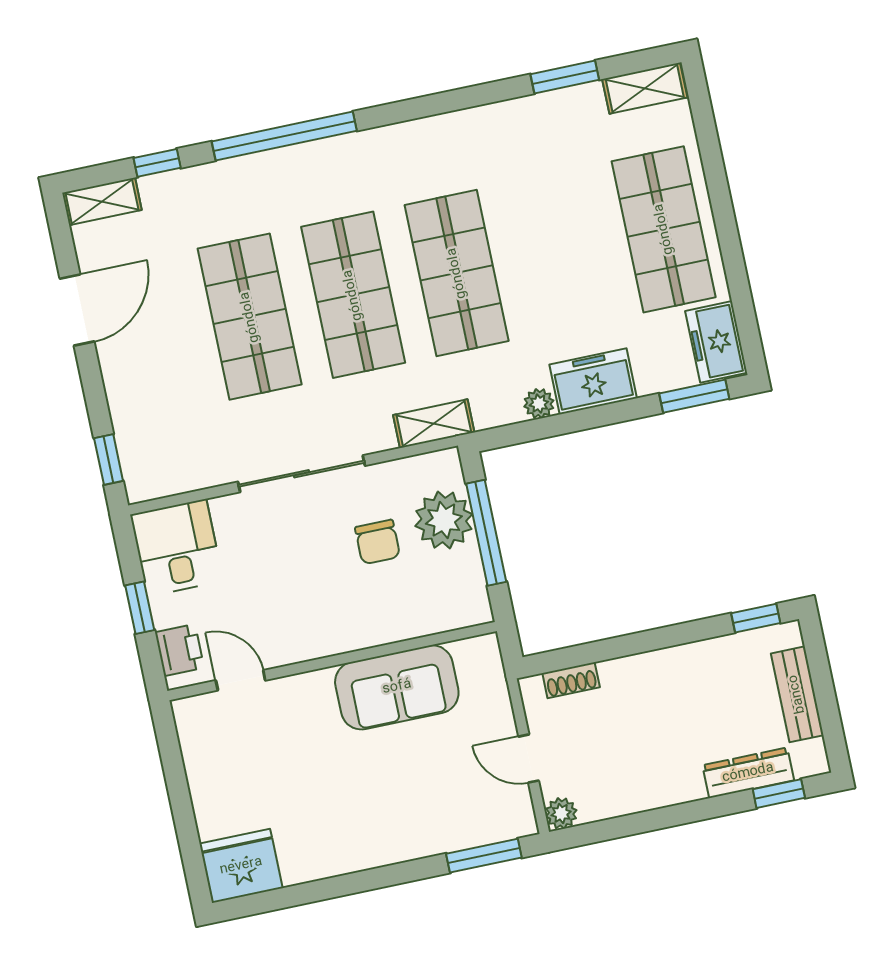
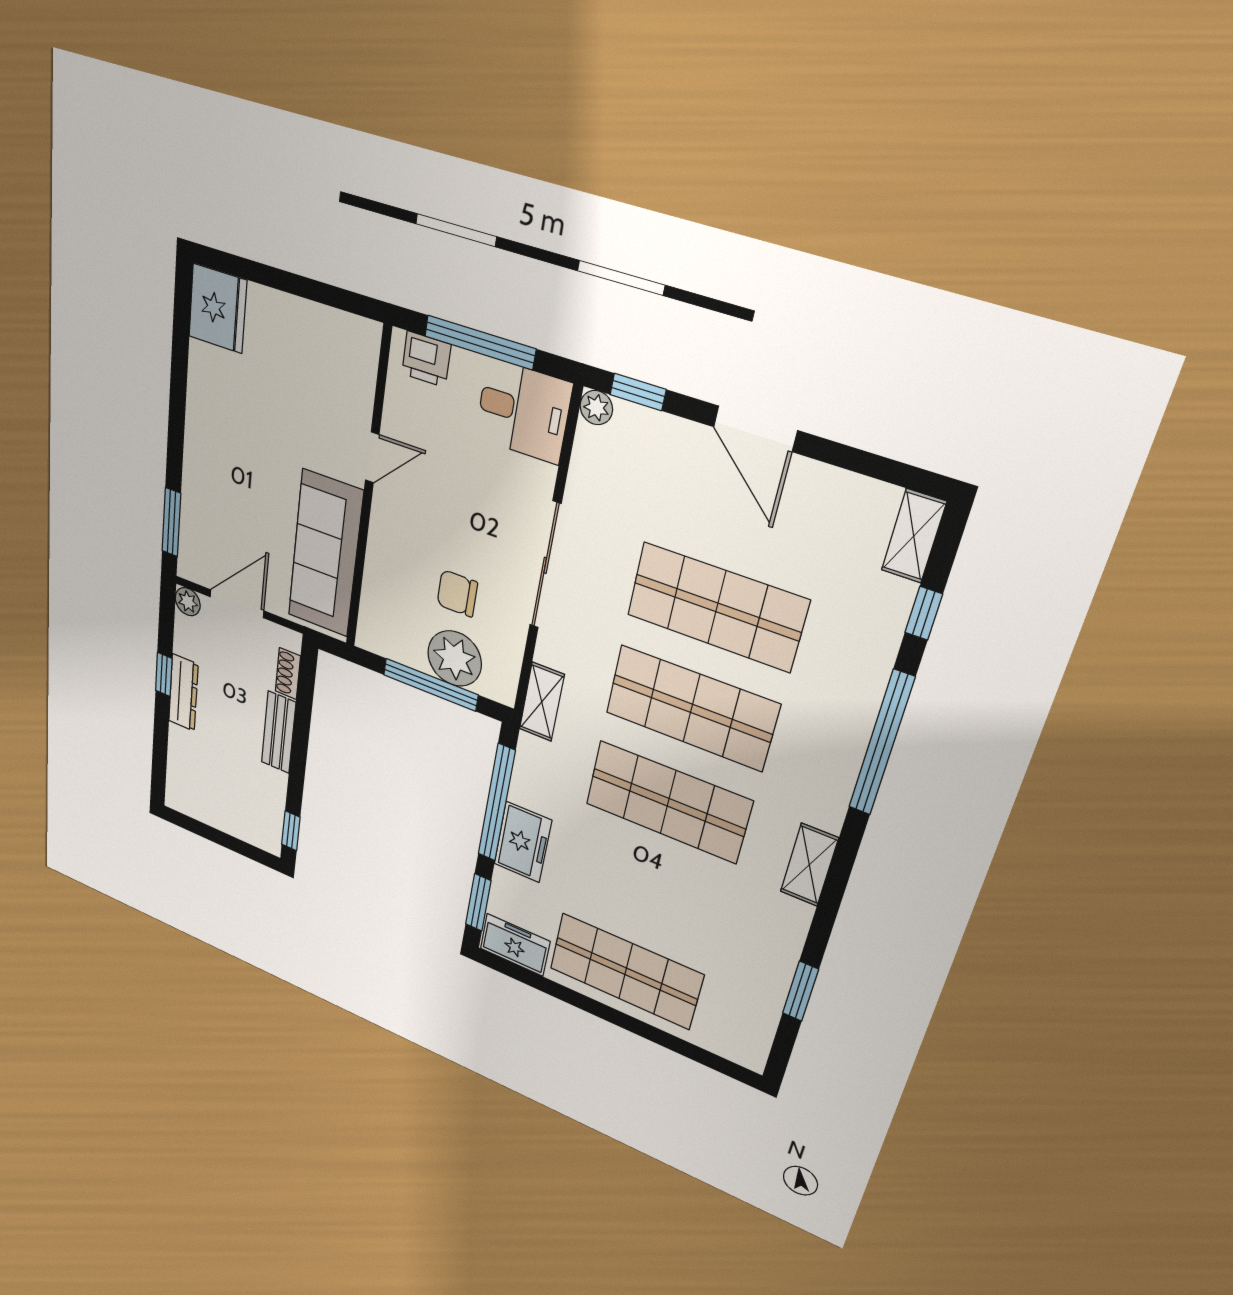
shelving: (645, 88) -> (809, 865), moved
door: (77, 310) -> (755, 429), moved
plant: (539, 404) -> (596, 408), moved
window: (568, 423) -> (496, 803), added
window: (140, 608) -> (480, 342), width x2.17
door: (241, 680) -> (372, 457), moved
sofa: (397, 687) -> (325, 554), width x1.36
bench: (797, 694) -> (279, 732), moved, turned 90
door: (529, 759) -> (237, 604), width x1.38
dresser: (748, 773) -> (183, 693), moved
window: (779, 794) -> (164, 675), moved

